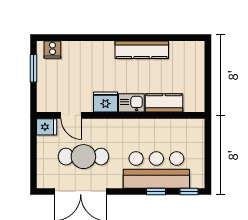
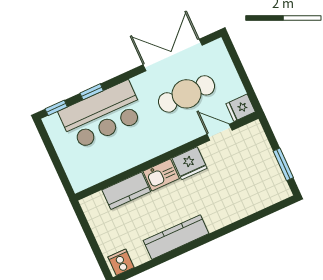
cooker: (52, 49) -> (121, 262), moved

